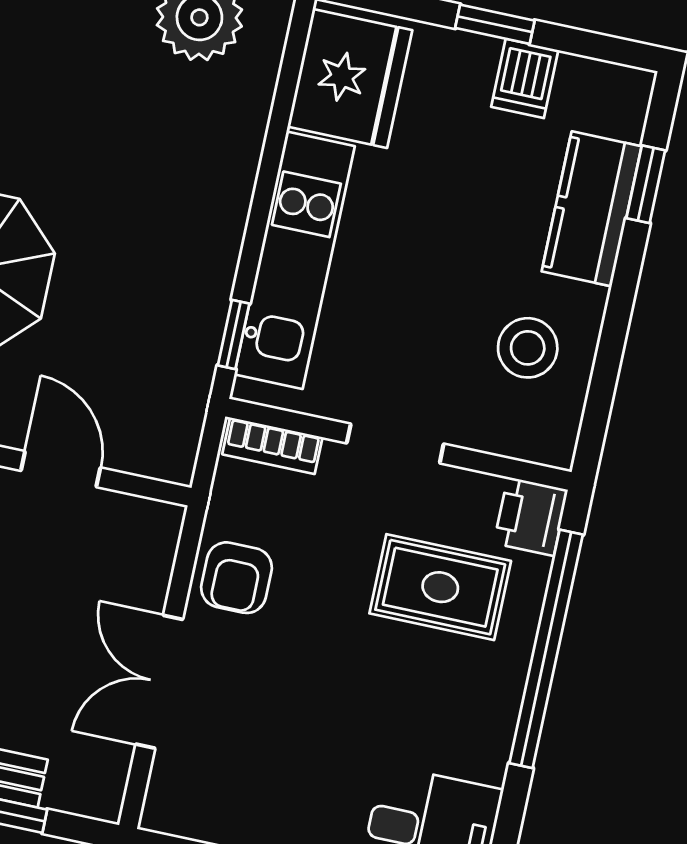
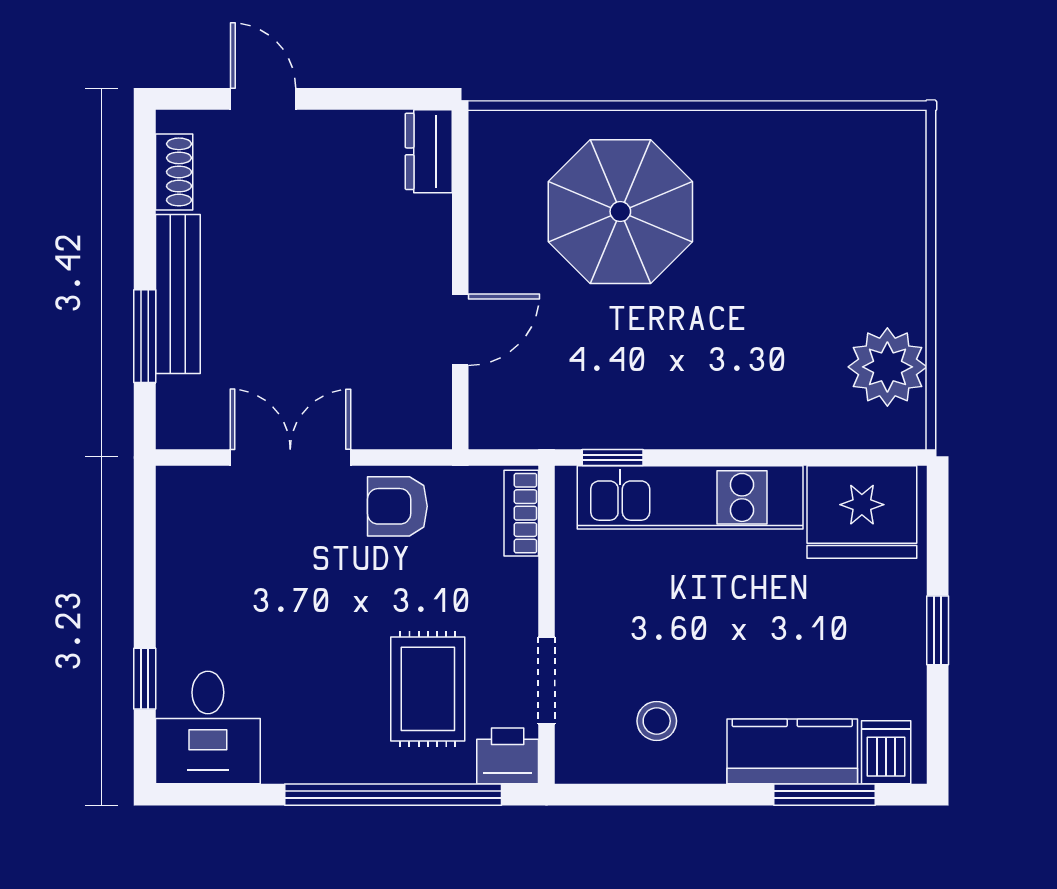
dishwasher: (525, 78) -> (886, 752), moved, turned 90
window: (646, 184) -> (824, 795), width x1.50
stool: (528, 348) -> (657, 721), width x0.73, depth x0.73
doorway: (395, 444) -> (547, 680), moved

